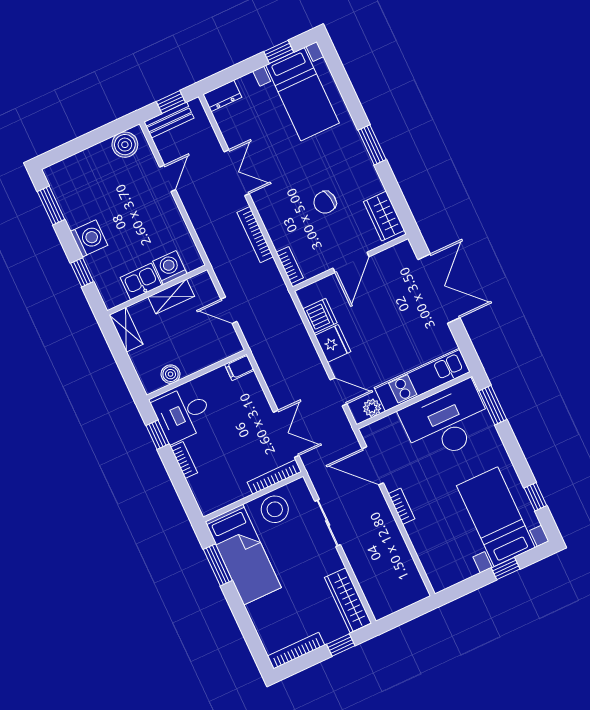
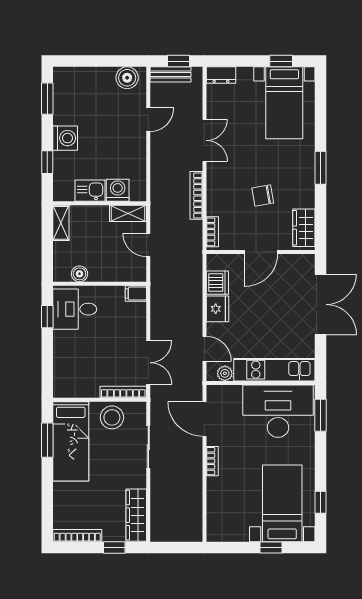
shelving: (171, 297) -> (128, 213), moved
bookcase: (184, 460) -> (59, 346), removed

